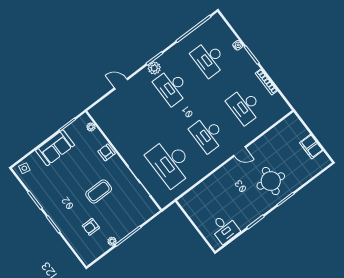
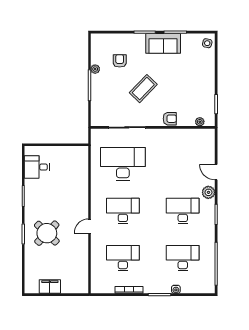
plant: (154, 68) -> (208, 192), moved
door: (121, 84) -> (216, 172), swing flipped
sofa: (55, 148) -> (163, 43), moved, turned -90
round table: (271, 181) -> (47, 233), turned 32
coffee table: (99, 192) -> (143, 89), turned 44

